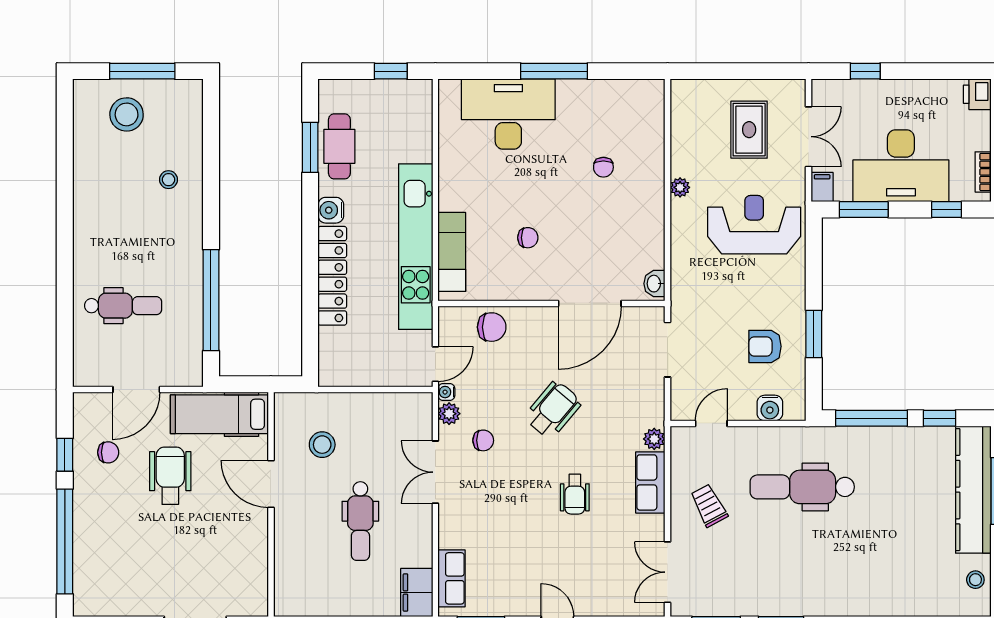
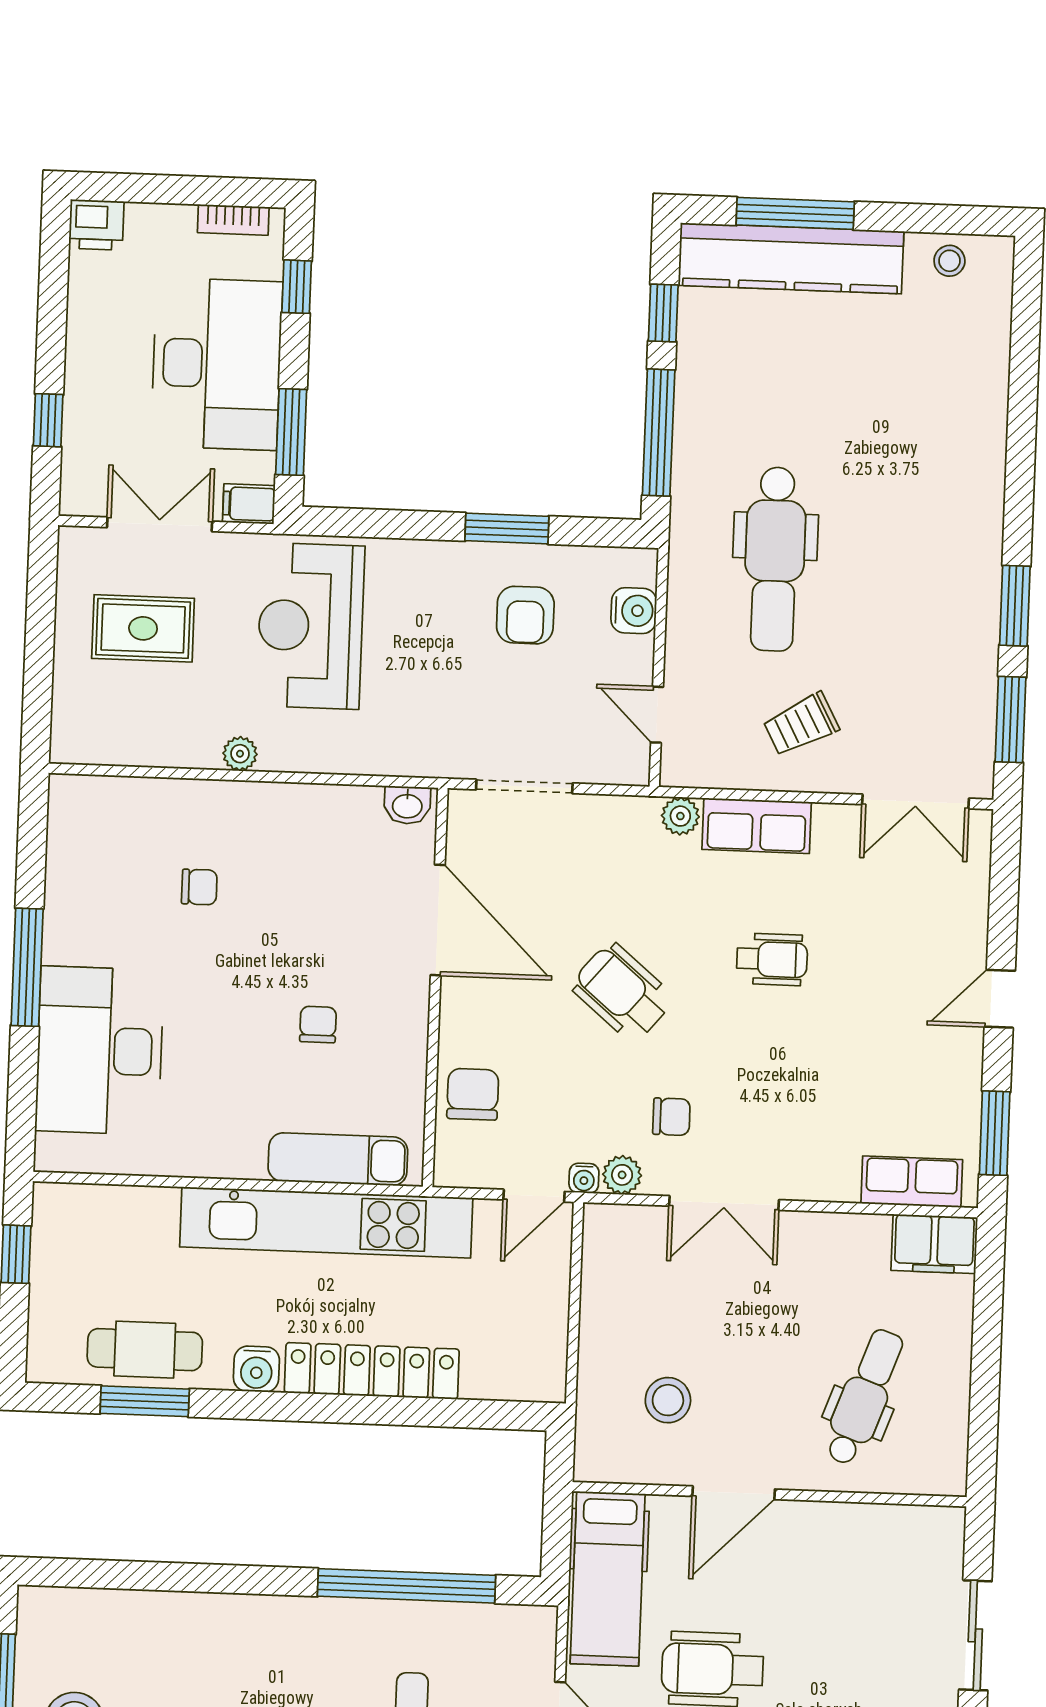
stool: (169, 180) -> (192, 1652), removed
door: (435, 364) -> (534, 1196), swing flipped
chair: (483, 440) -> (671, 1117), turned 90
dental chair: (360, 521) -> (864, 1397), moved, turned -70

